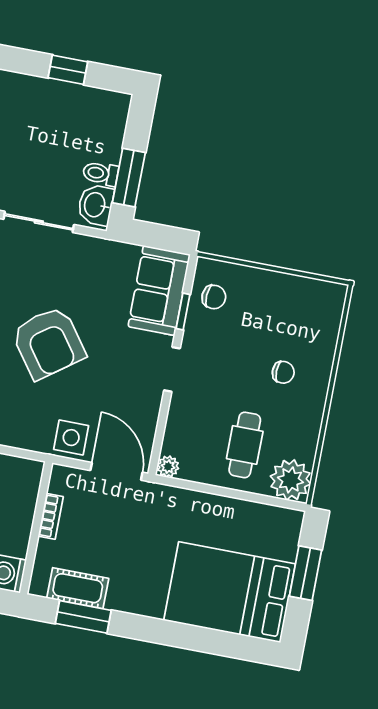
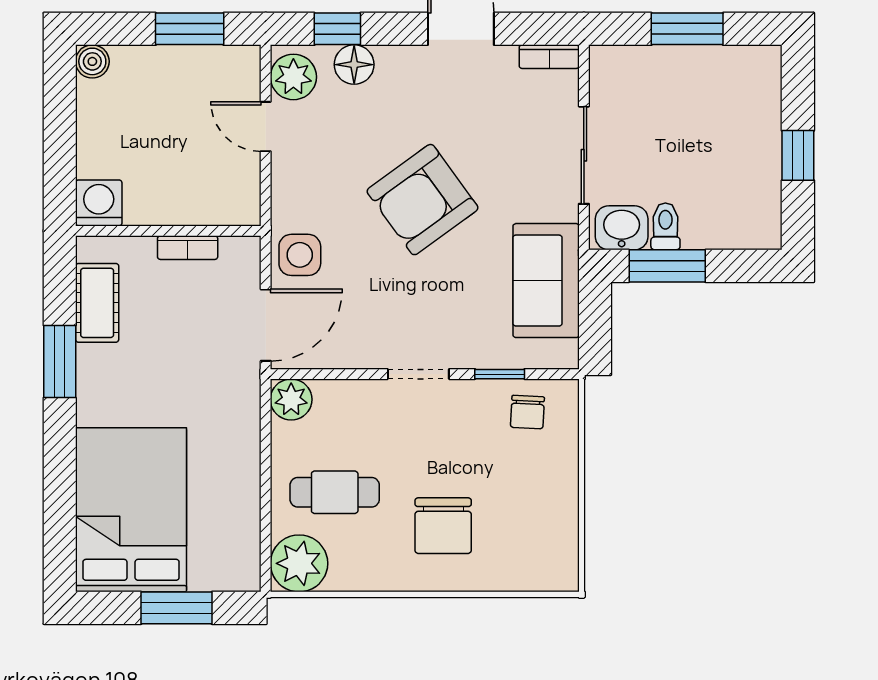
sofa: (159, 291) -> (546, 281), moved, turned -90
chair: (283, 372) -> (443, 526), width x1.87, depth x1.87
plant: (168, 467) -> (291, 399), width x1.38, depth x1.38
window: (83, 617) -> (60, 362), moved

